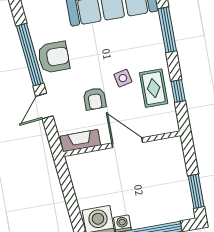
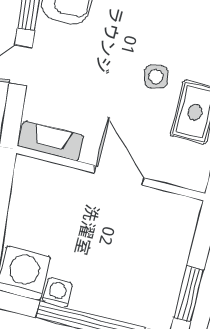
armchair: (95, 99) -> (100, 88), removed

